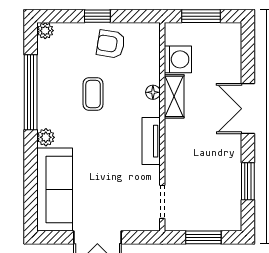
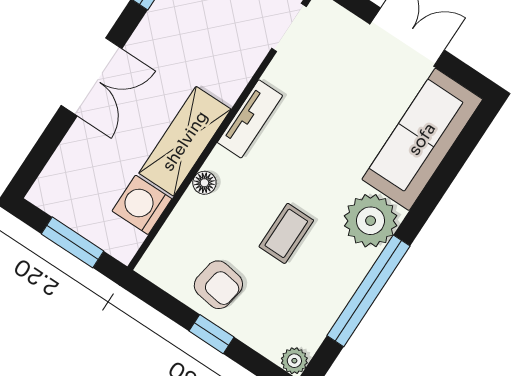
shelving: (174, 96) -> (185, 141), width x1.50, depth x1.33
plant: (46, 137) -> (371, 221), width x1.88, depth x1.88

